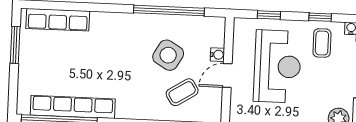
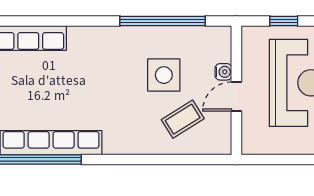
side table: (168, 55) -> (164, 75), turned -30

